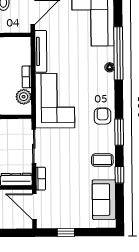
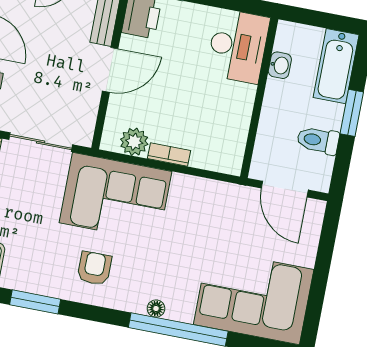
tv unit: (41, 51) -> (210, 189), removed
armchair: (103, 116) -> (94, 268), moved, turned -90

